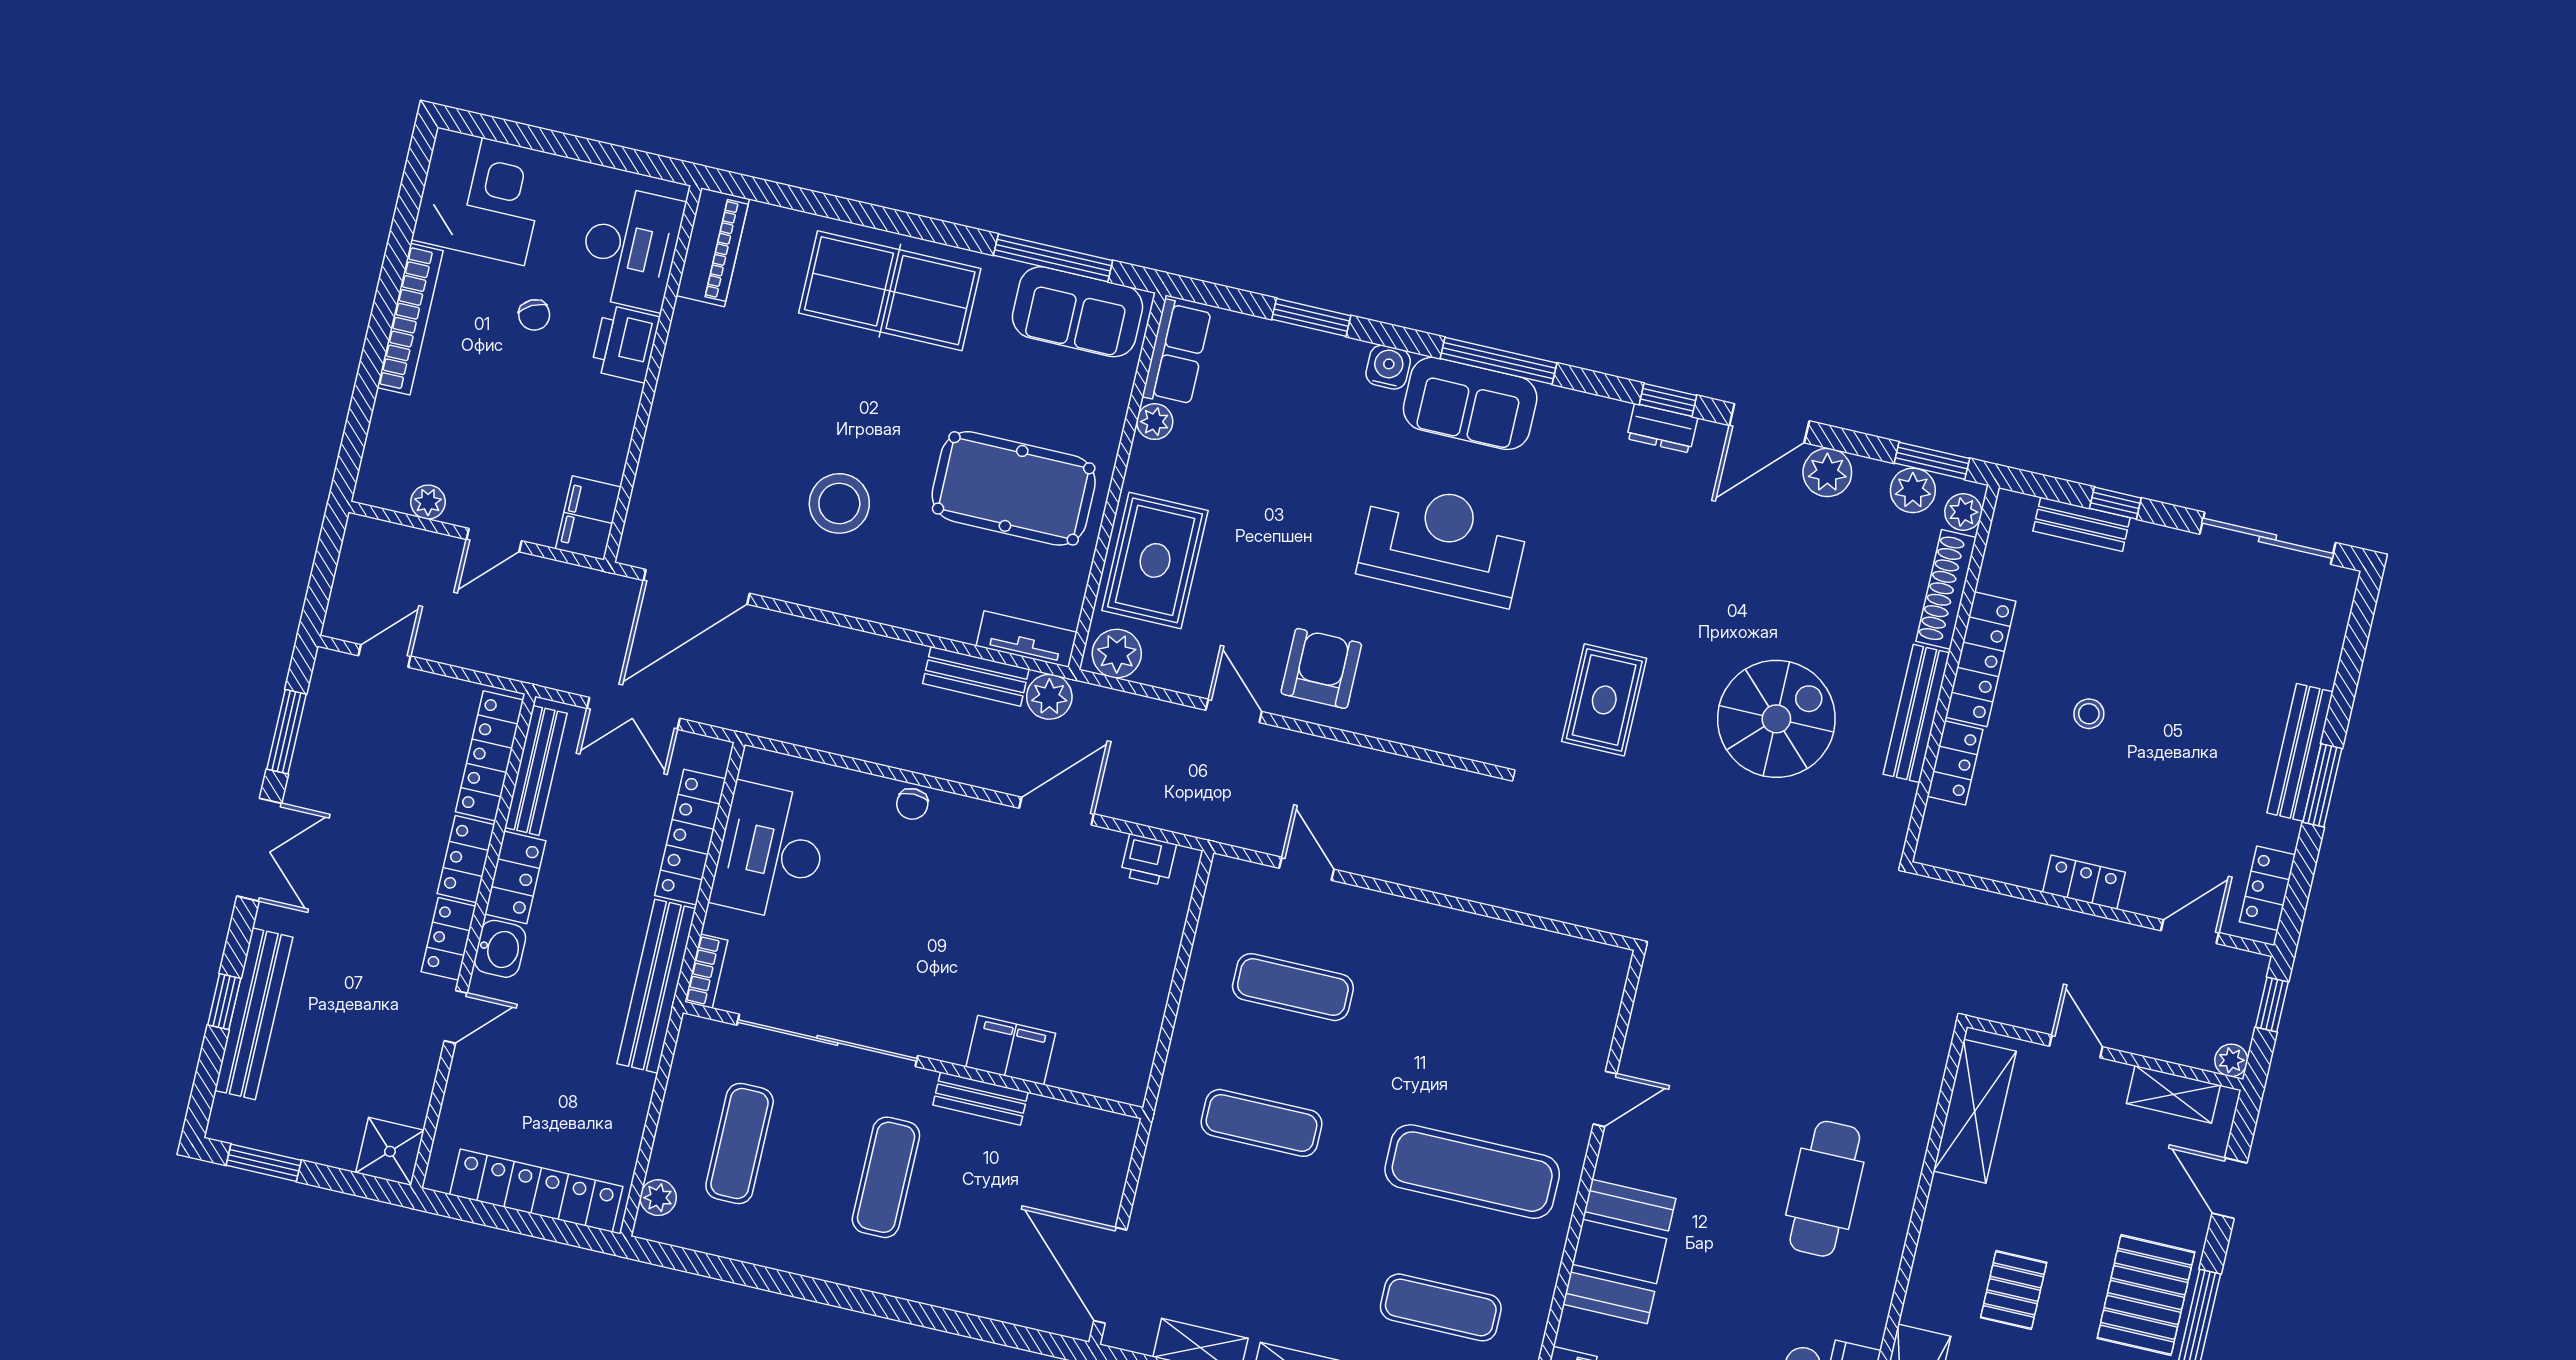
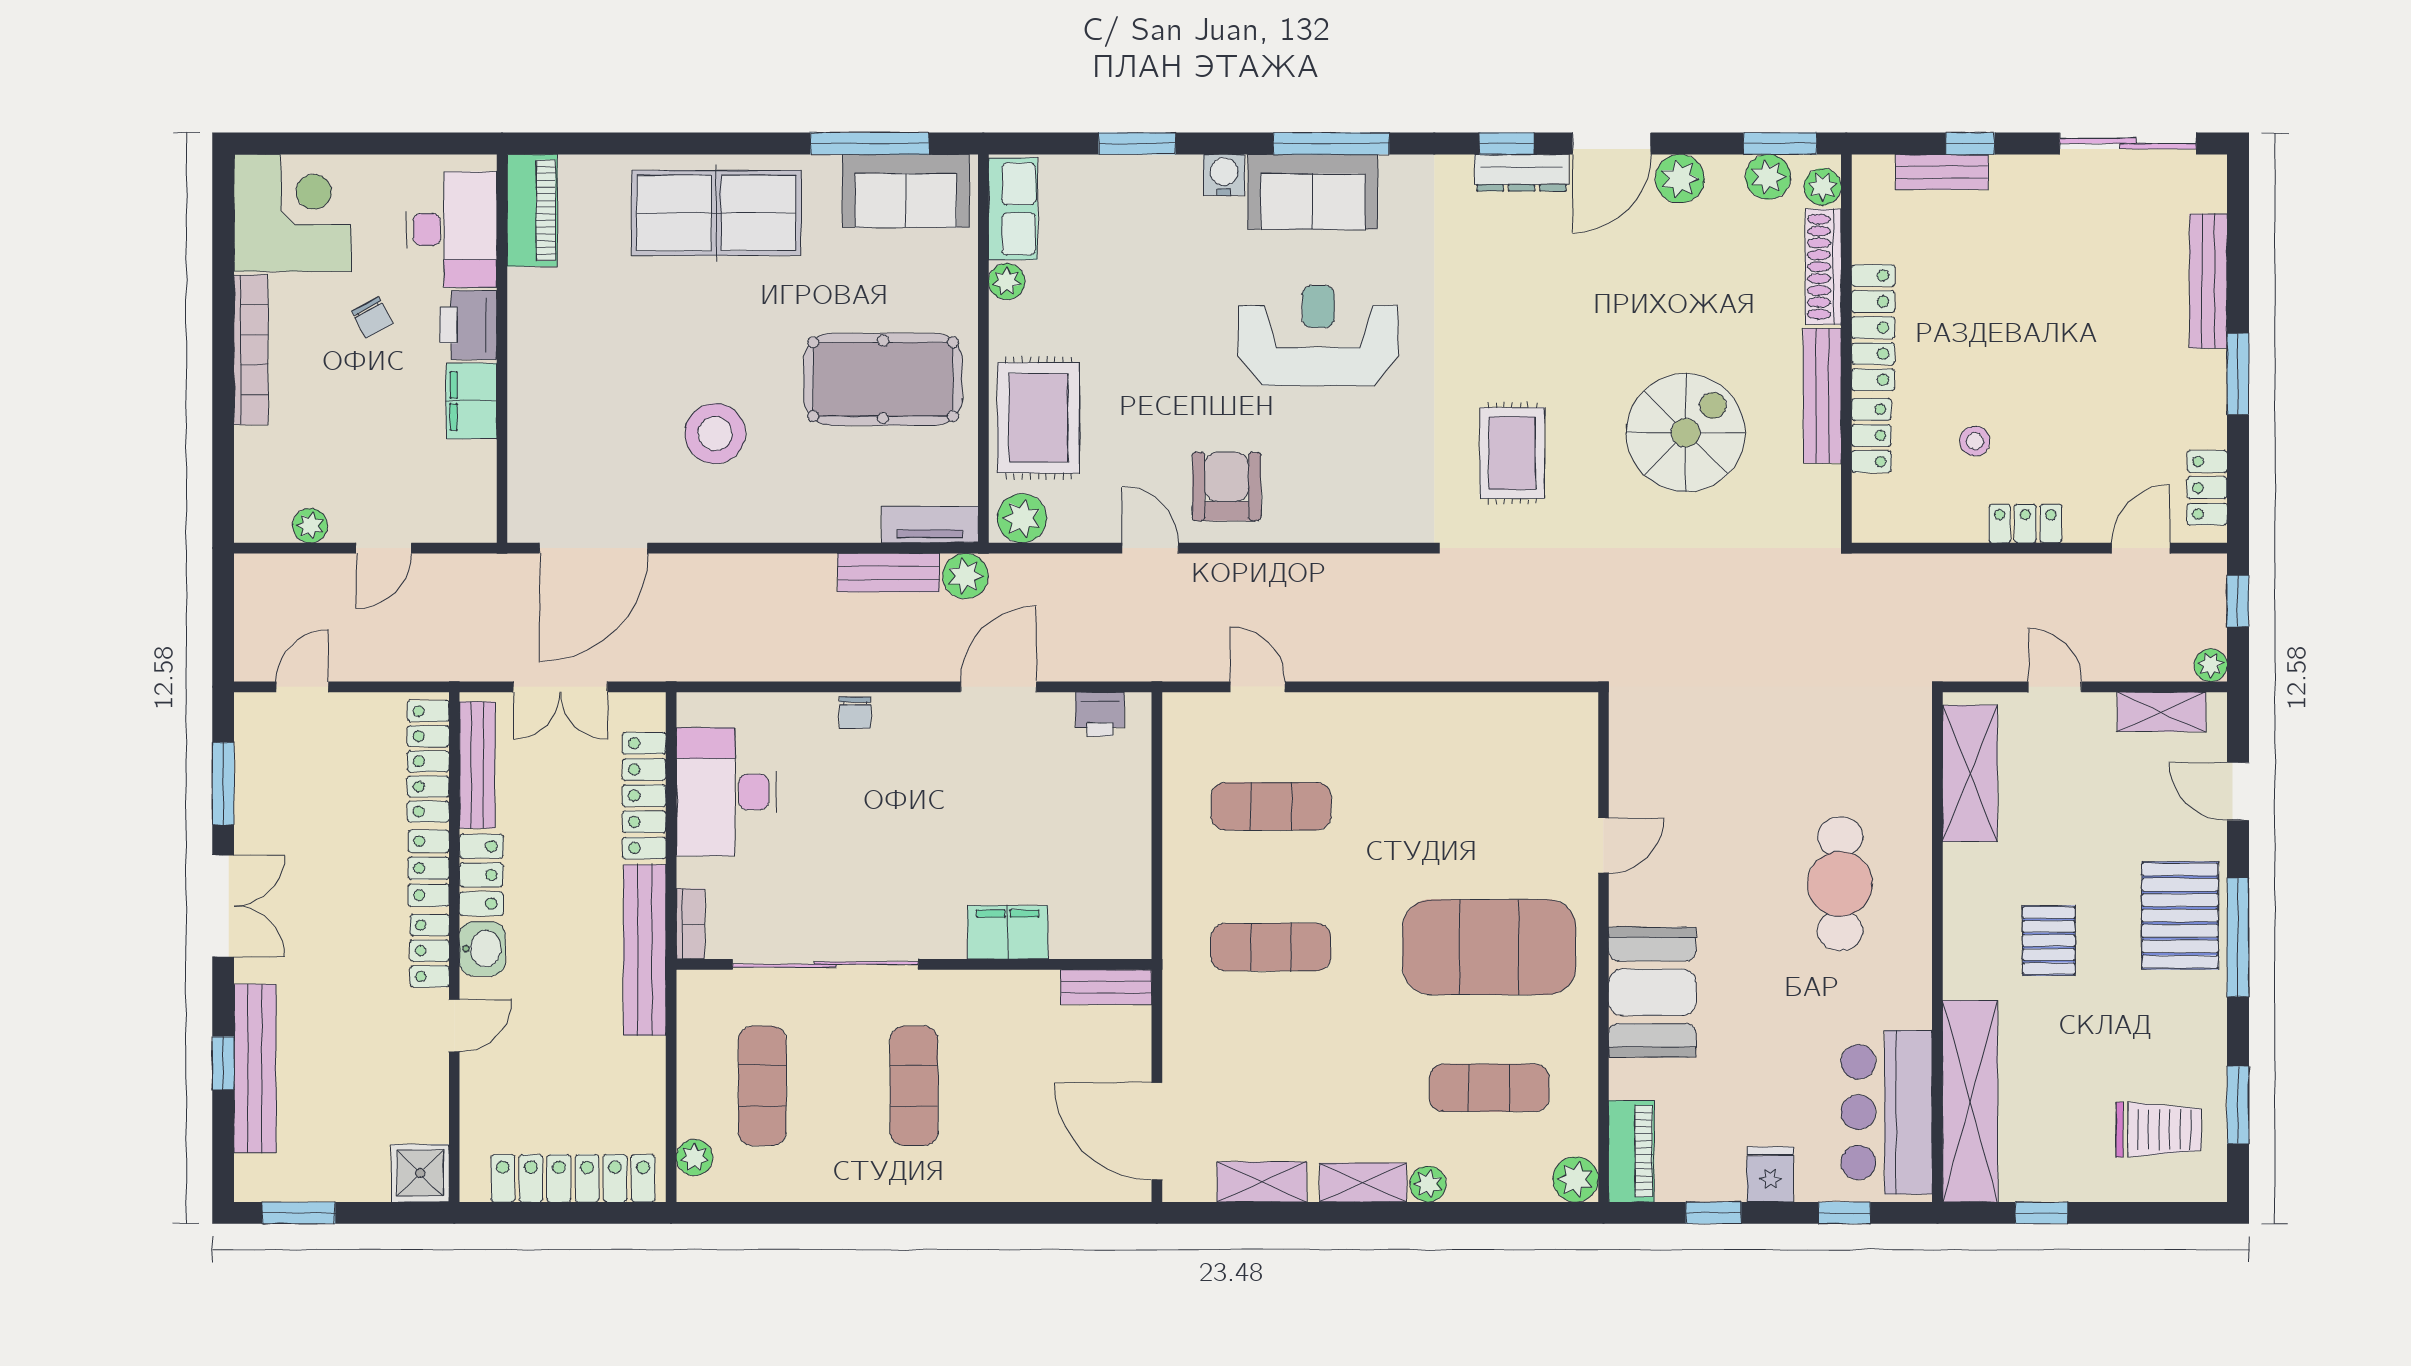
dresser: (1662, 428) -> (1522, 173), width x1.44
filing cabinet: (588, 518) -> (471, 401), moved
stool: (2089, 714) -> (1975, 441), moved
bench: (2300, 752) -> (2208, 281), moved
bench: (980, 1099) -> (1106, 987), moved
exercise mat: (1472, 1172) -> (1489, 947), width x1.47

